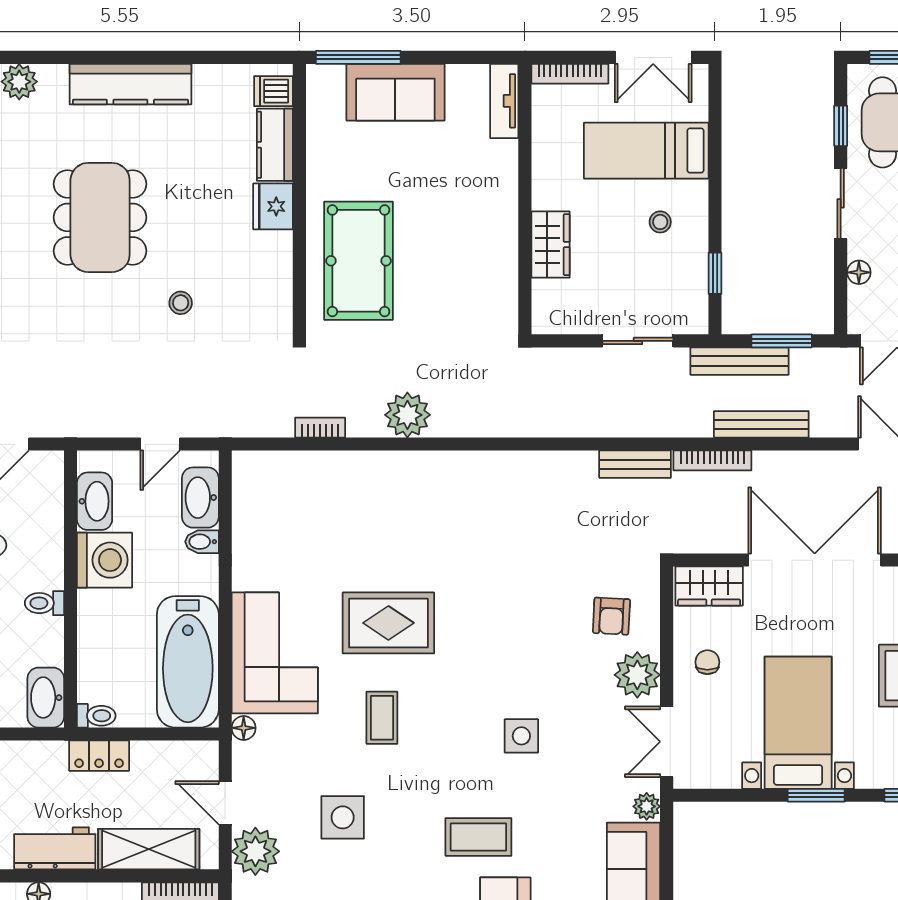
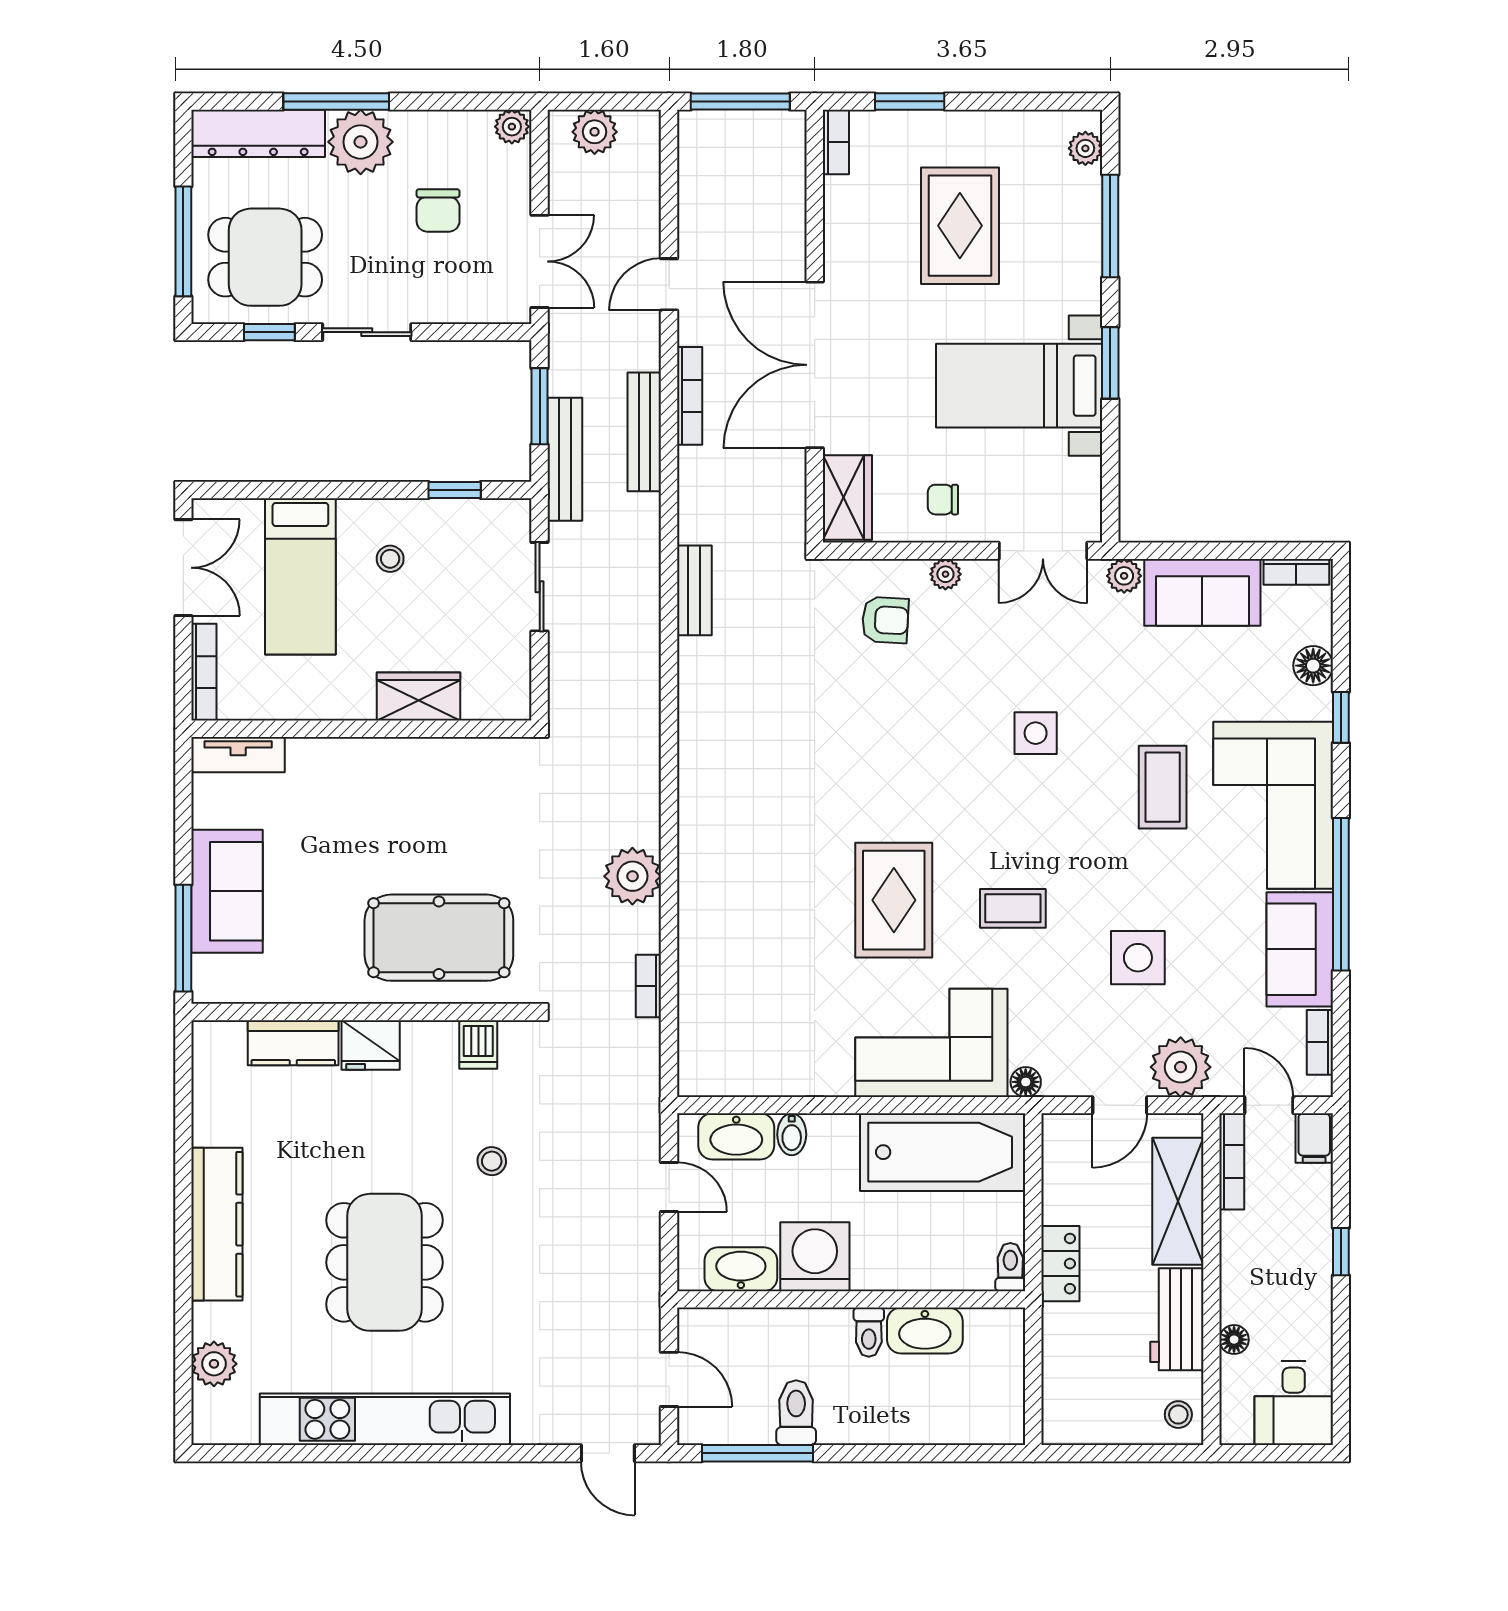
dishwasher: (273, 91) -> (478, 1044), moved
dining table: (100, 217) -> (384, 1262), turned 90
floor lamp: (859, 272) -> (453, 309), removed
bookcase: (712, 460) -> (690, 396), moved
plant: (637, 675) -> (945, 574), width x0.53, depth x0.53
washbasin: (46, 698) -> (925, 1331), moved

